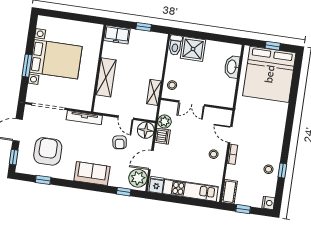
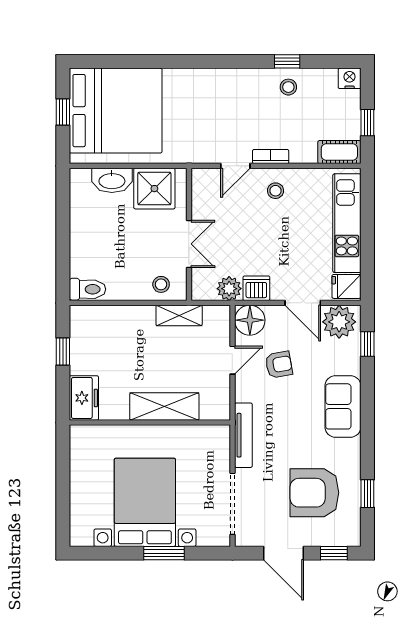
shower: (193, 49) -> (154, 189), moved

